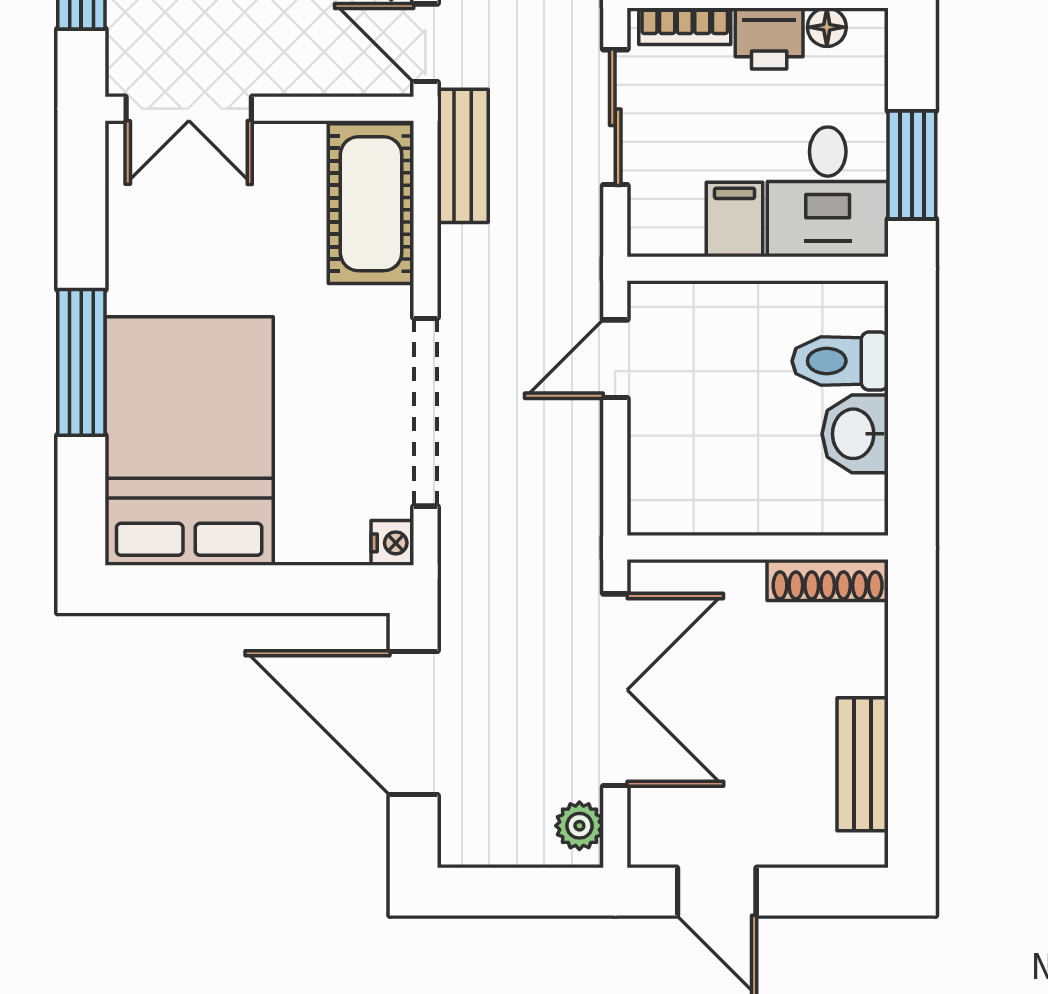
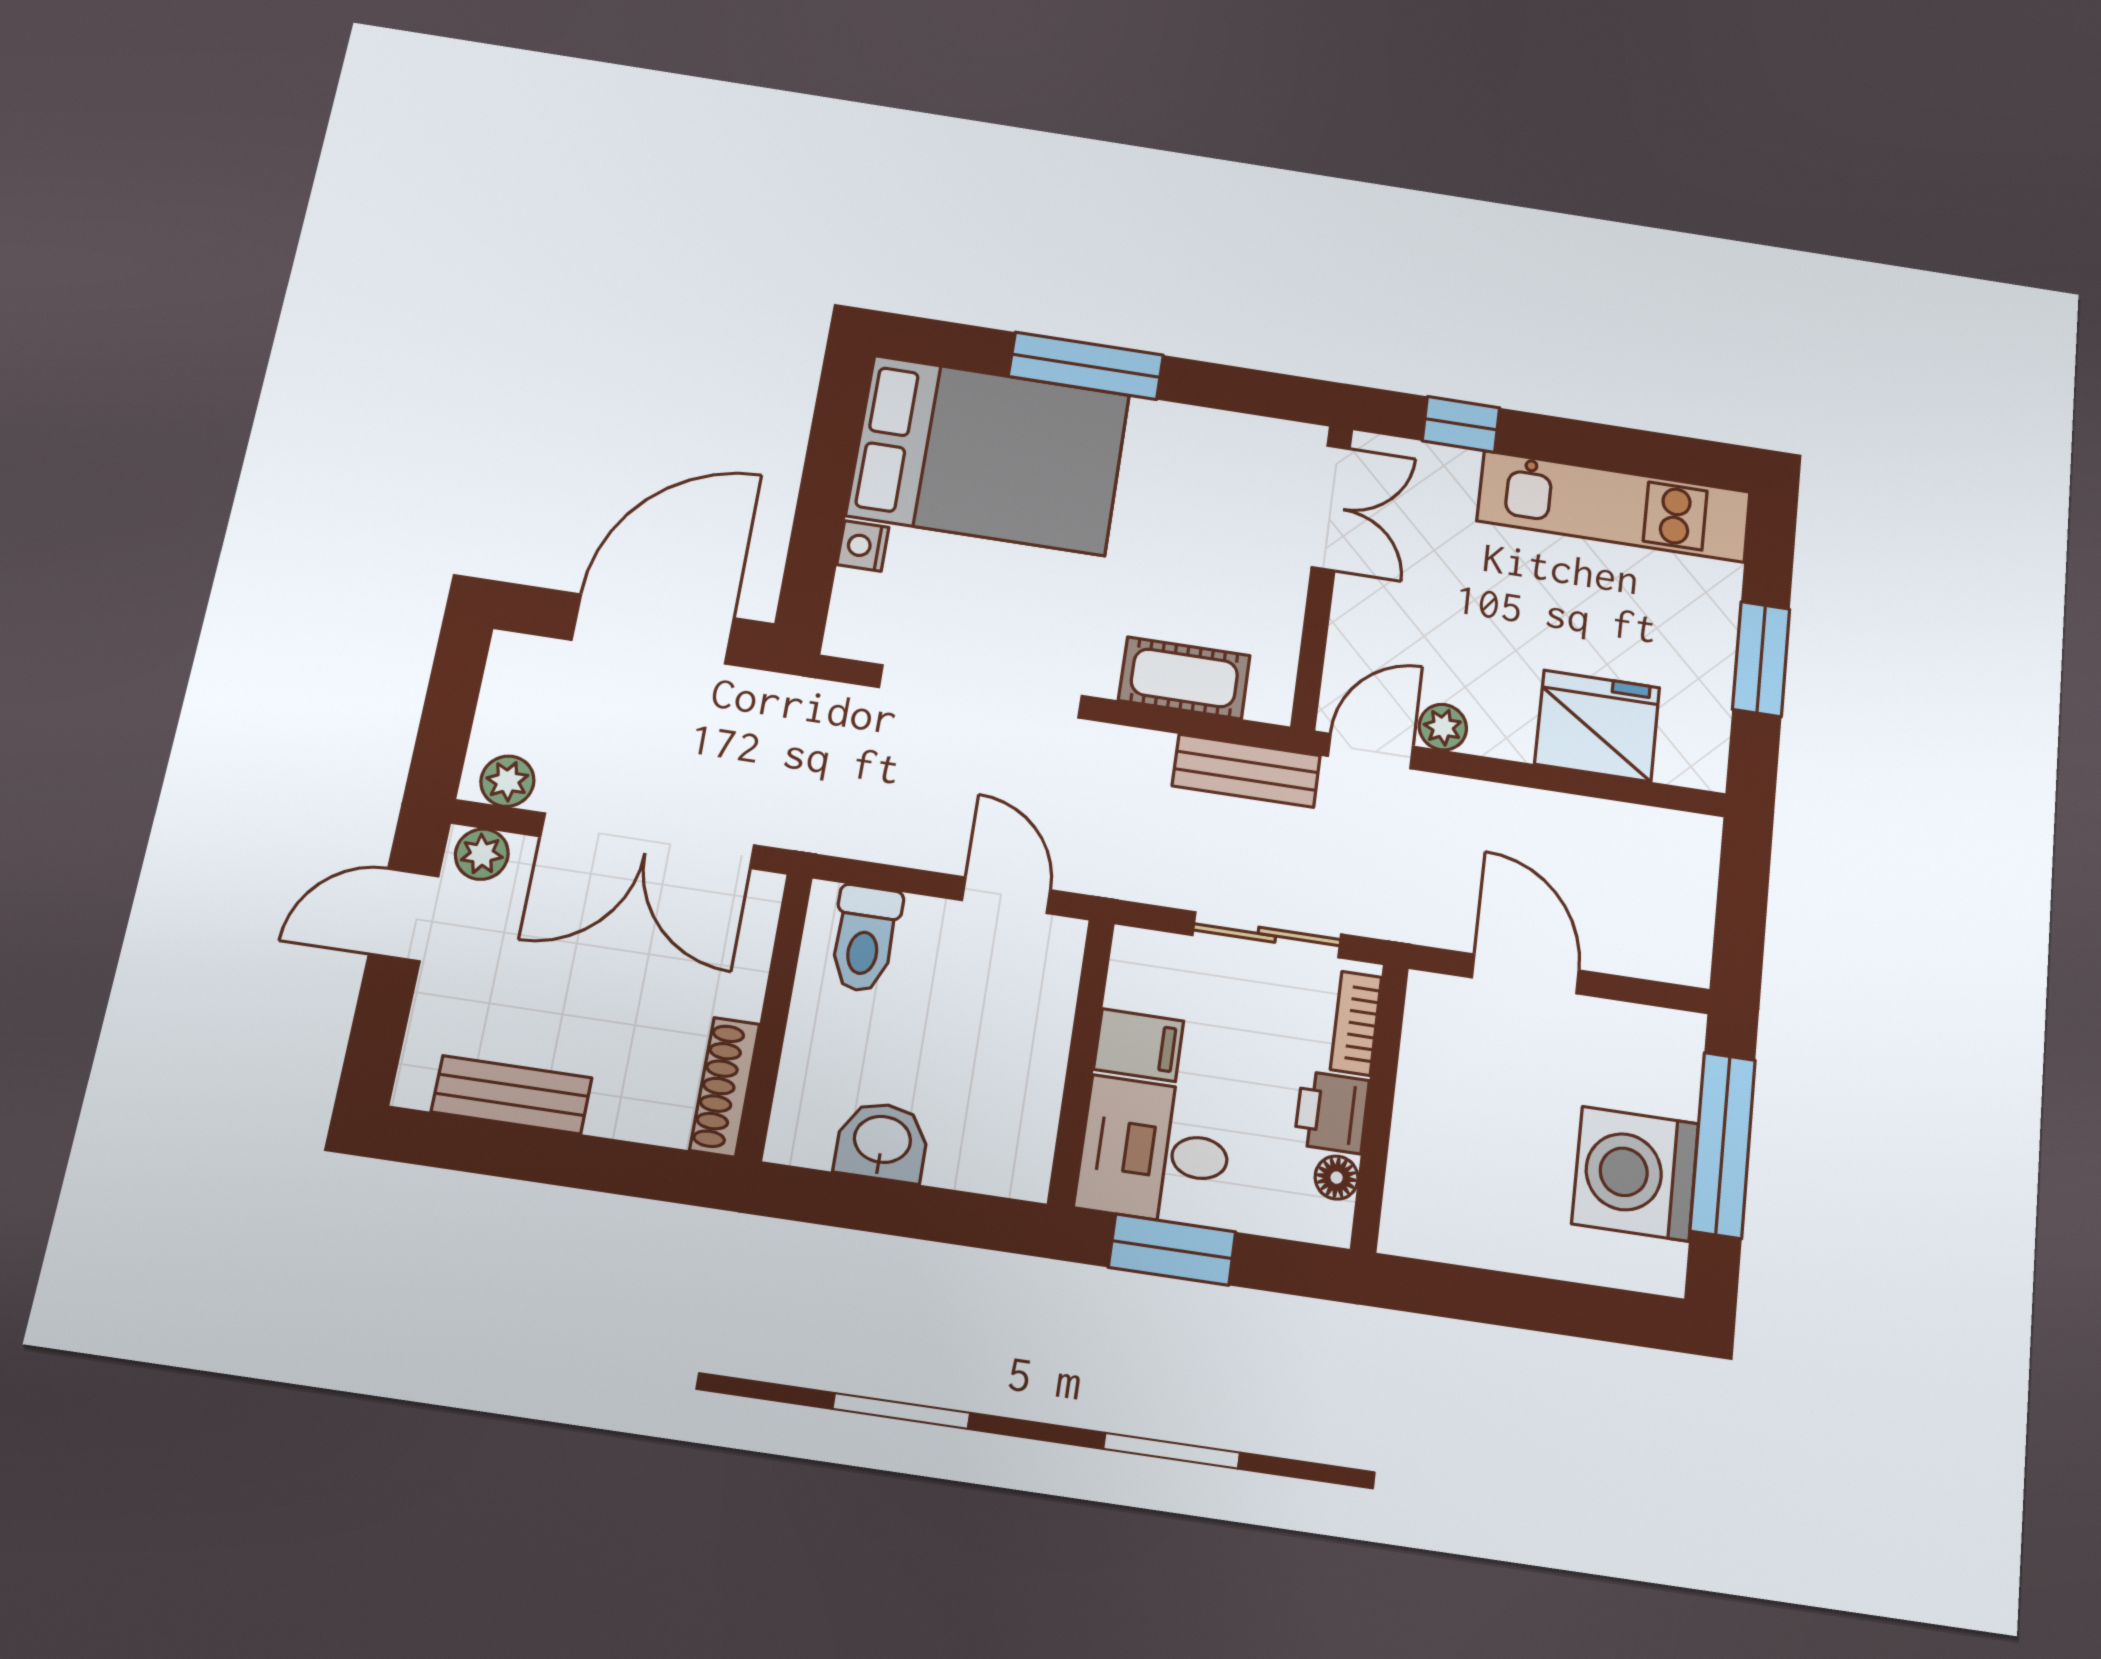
double door: (189, 109) -> (1331, 508), swing flipped
cot: (371, 204) -> (1184, 678), width x0.73, depth x0.75
toilet: (840, 361) -> (865, 939), moved, turned 180
nightstand: (392, 543) -> (863, 546), moved, turned 90
plant: (651, 835) -> (482, 854), added

